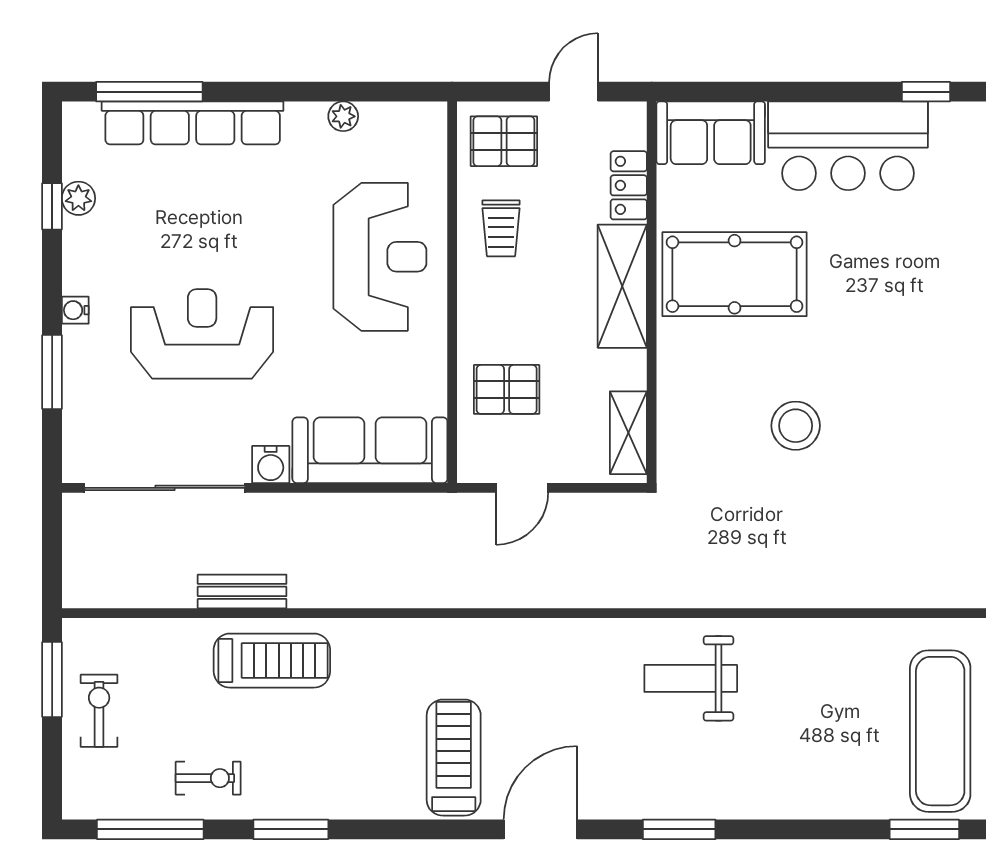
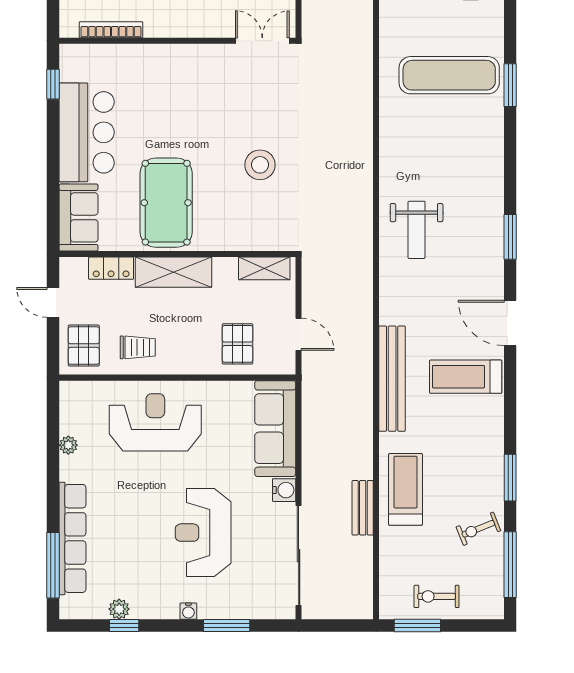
bench: (451, 639) -> (392, 379), added
exercise bike: (208, 778) -> (478, 529), turned -112

